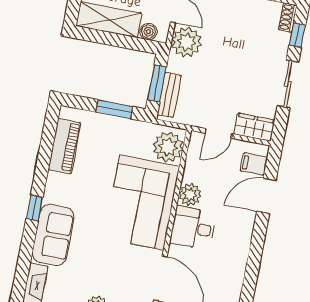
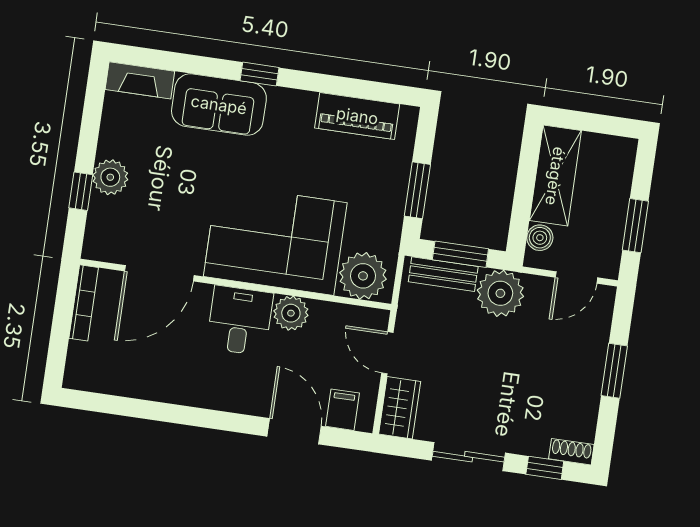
plant: (186, 42) -> (500, 293), moved

